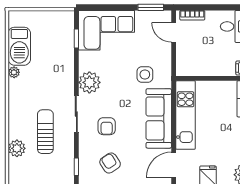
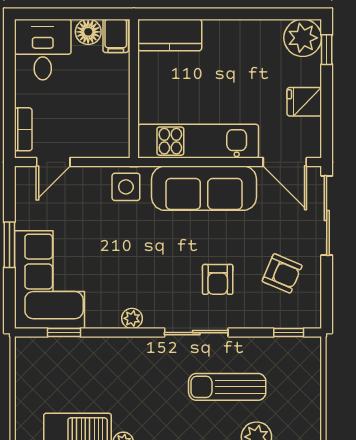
window: (151, 7) -> (9, 245), moved
side table: (145, 74) -> (126, 187), moved
plant: (89, 82) -> (132, 318), width x0.53, depth x0.53
armchair: (107, 126) -> (218, 279), turned 90
armchair: (110, 163) -> (282, 273), turned -124

